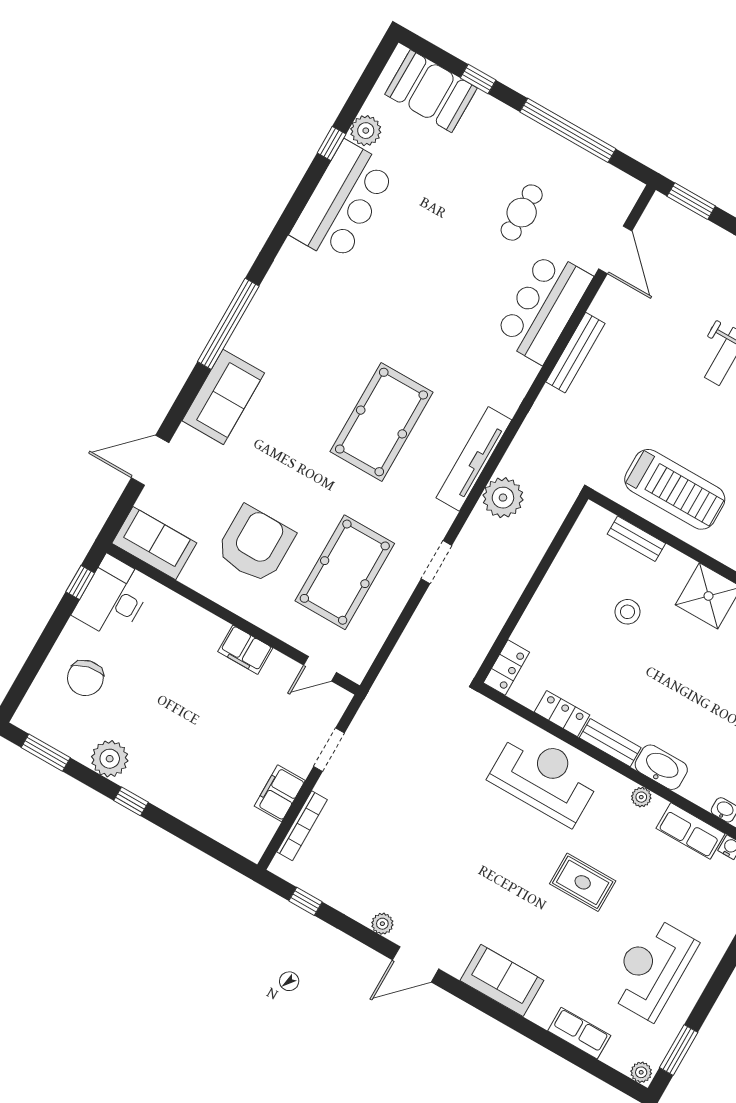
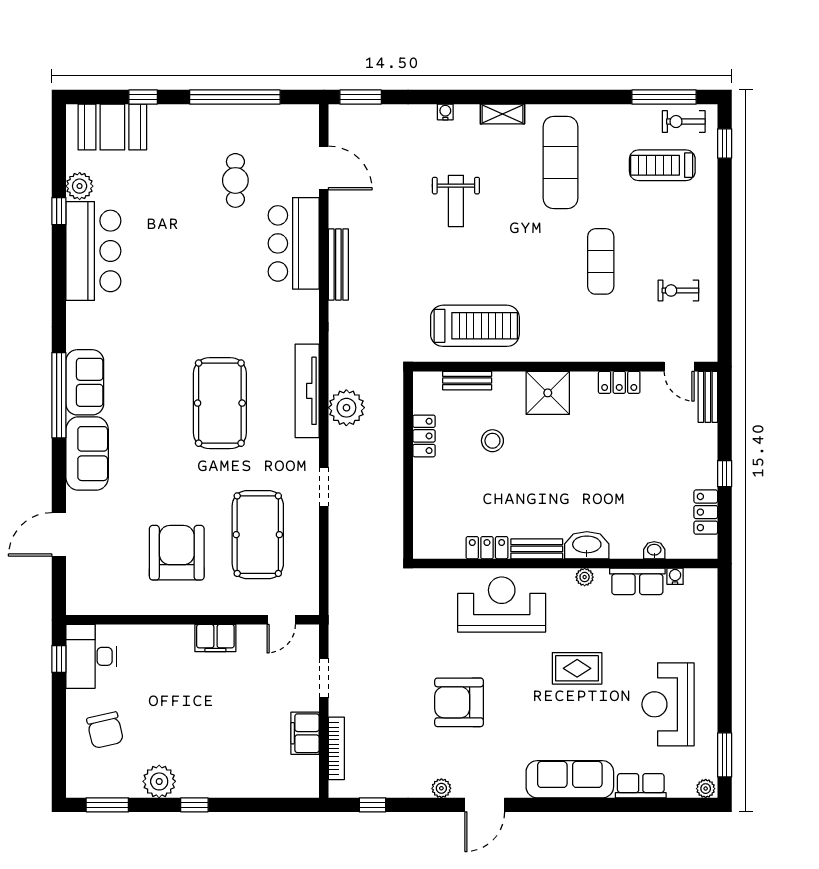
sofa: (154, 543) -> (85, 382), moved, turned 90
locker: (506, 667) -> (424, 436), moved
armchair: (448, 849) -> (459, 702), added
sofa: (502, 980) -> (570, 779), width x1.36

